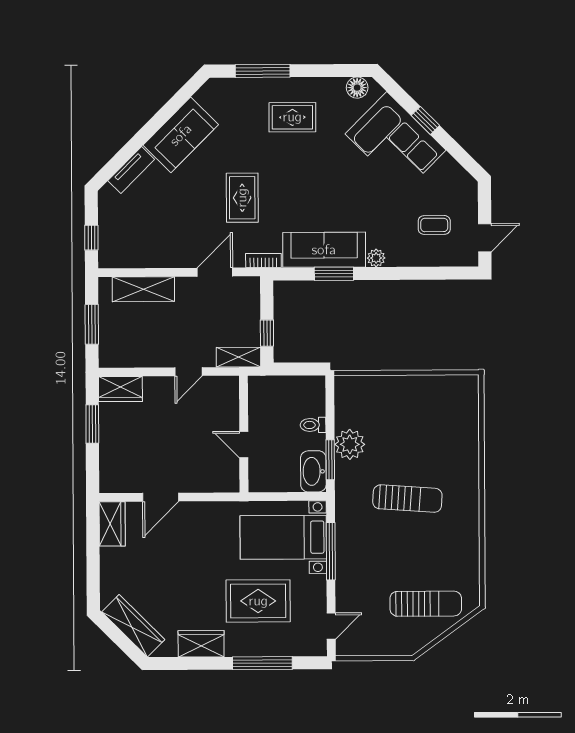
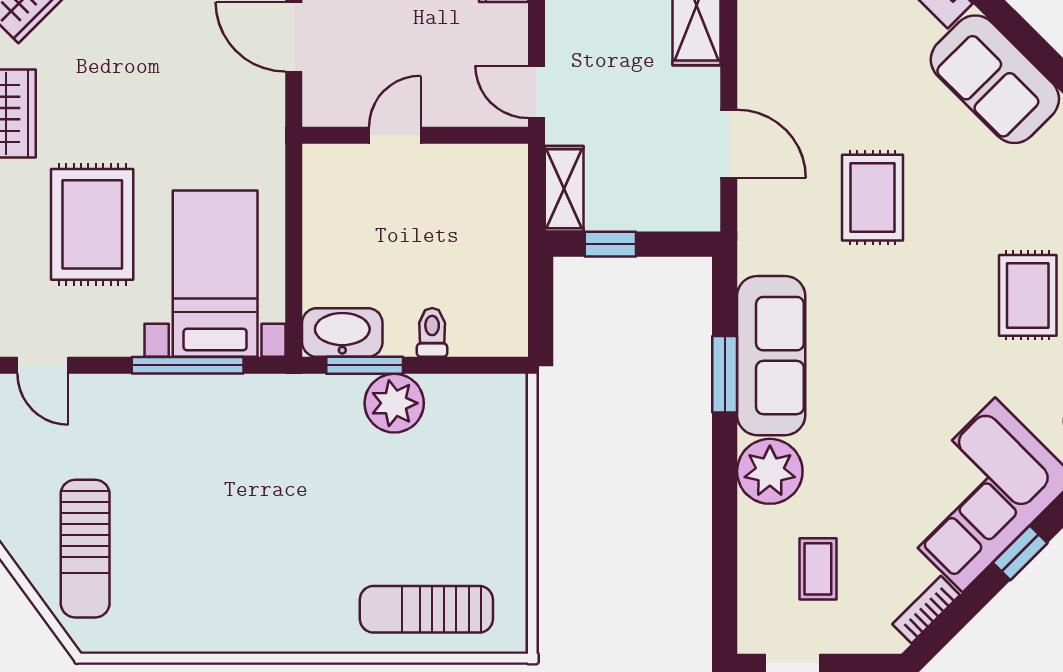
rug: (242, 198) -> (873, 198), turned 90
plant: (376, 258) -> (770, 471), width x1.88, depth x1.88
bookcase: (263, 260) -> (926, 610), moved, turned -135
wall: (244, 434) -> (415, 135), moved
door: (244, 445) -> (395, 135), moved
sun lounger: (407, 499) -> (426, 609), moved, turned 86

